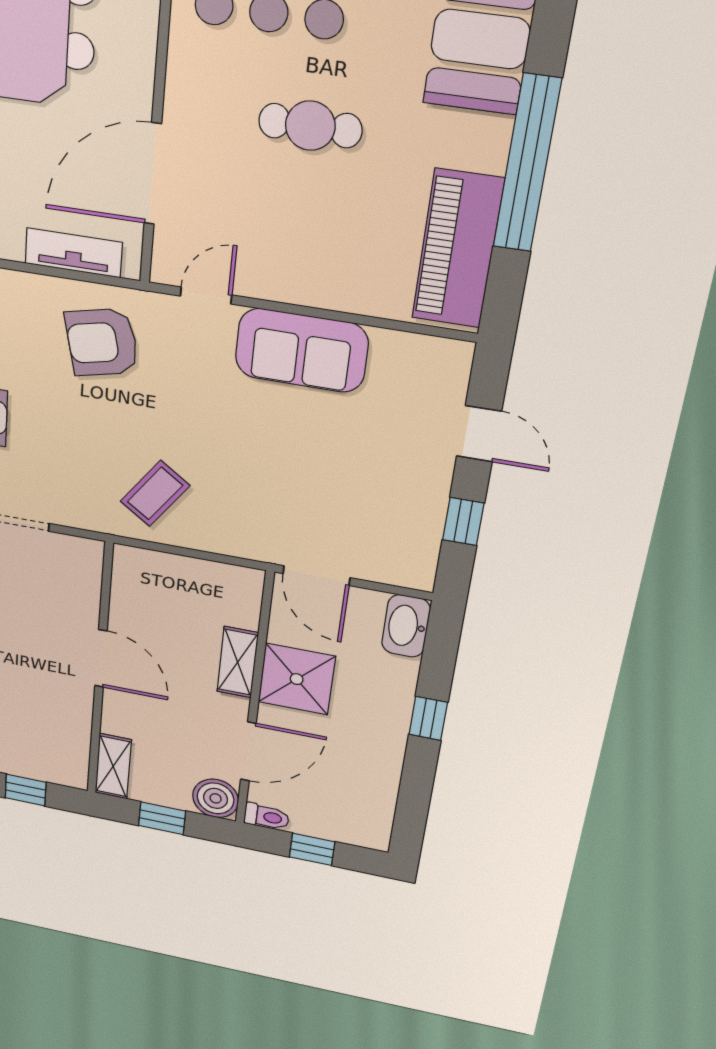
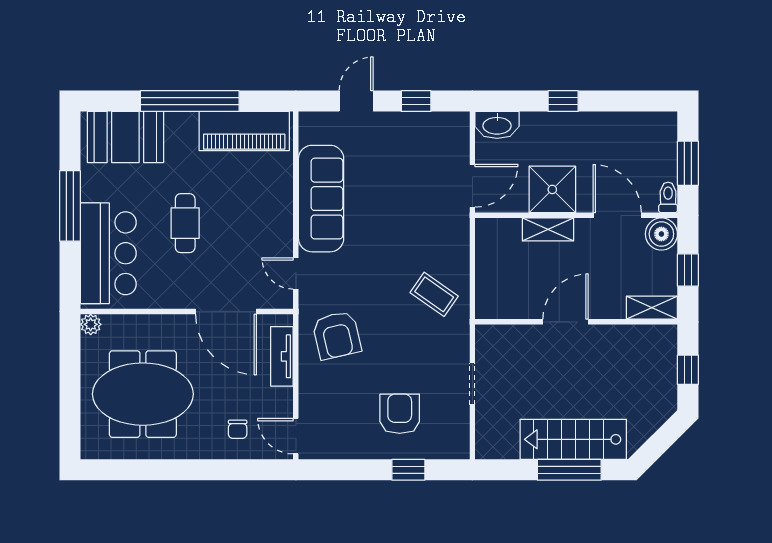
sofa: (301, 350) -> (321, 199), width x1.36
window: (312, 849) -> (688, 163), width x1.50

